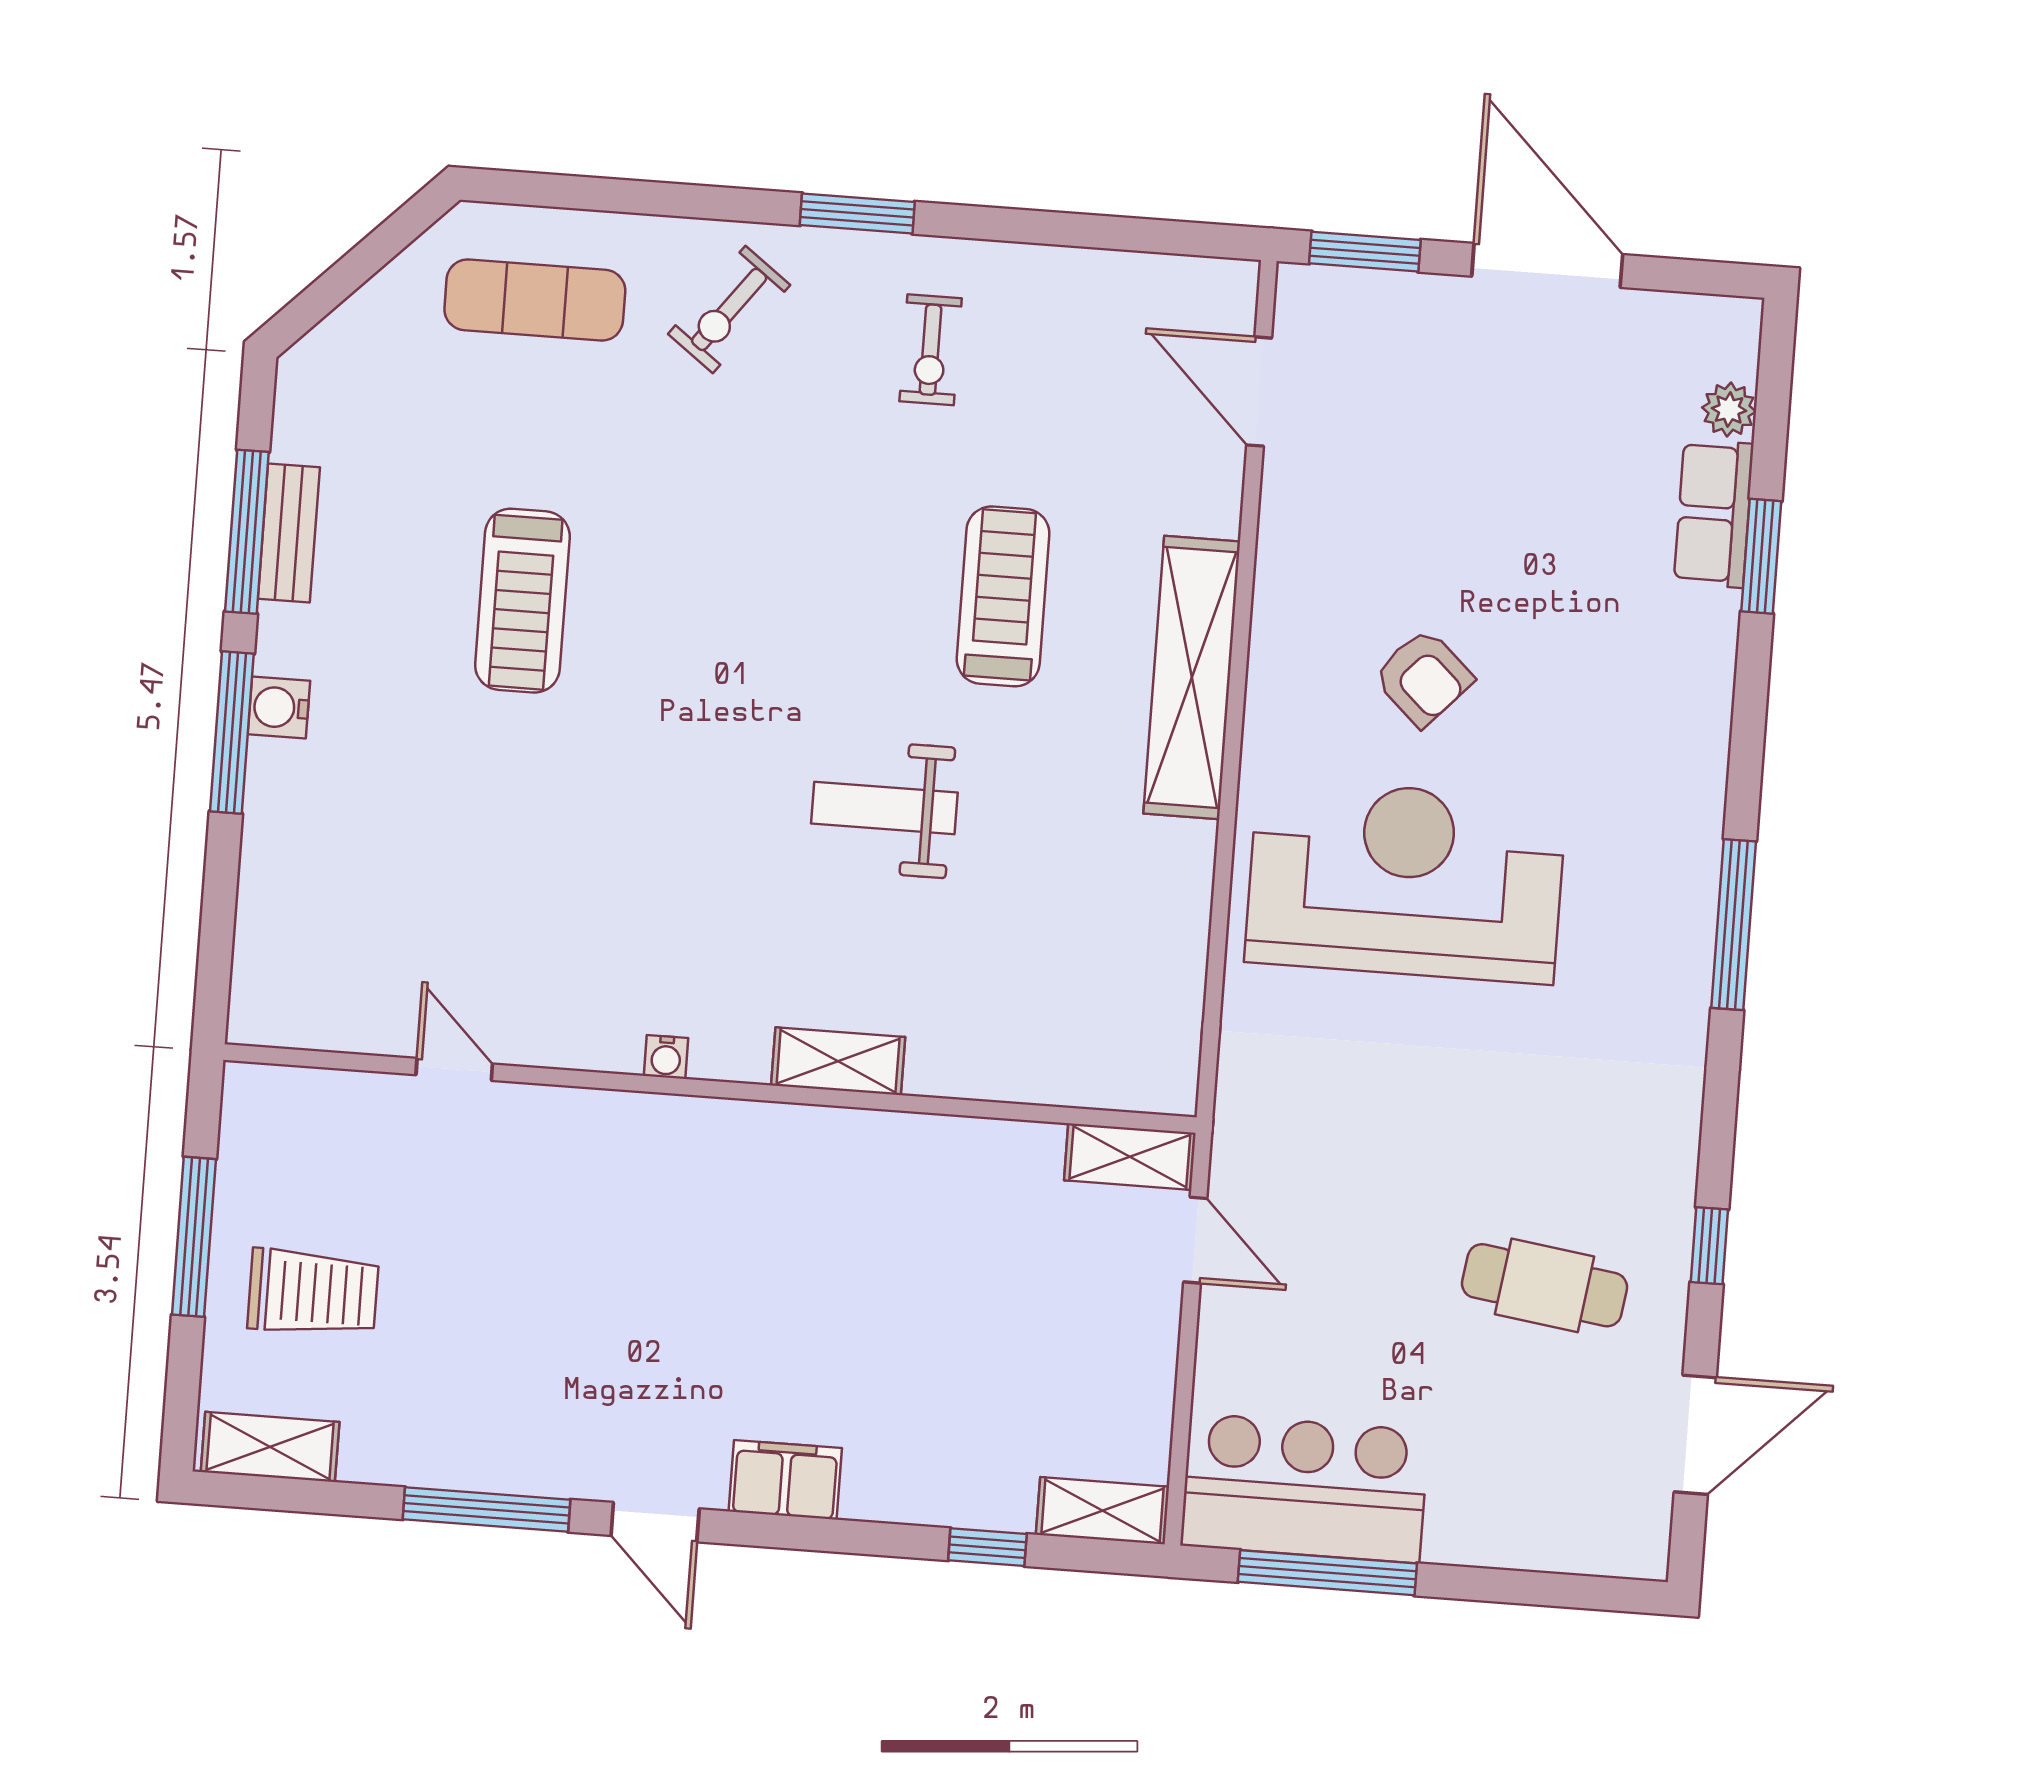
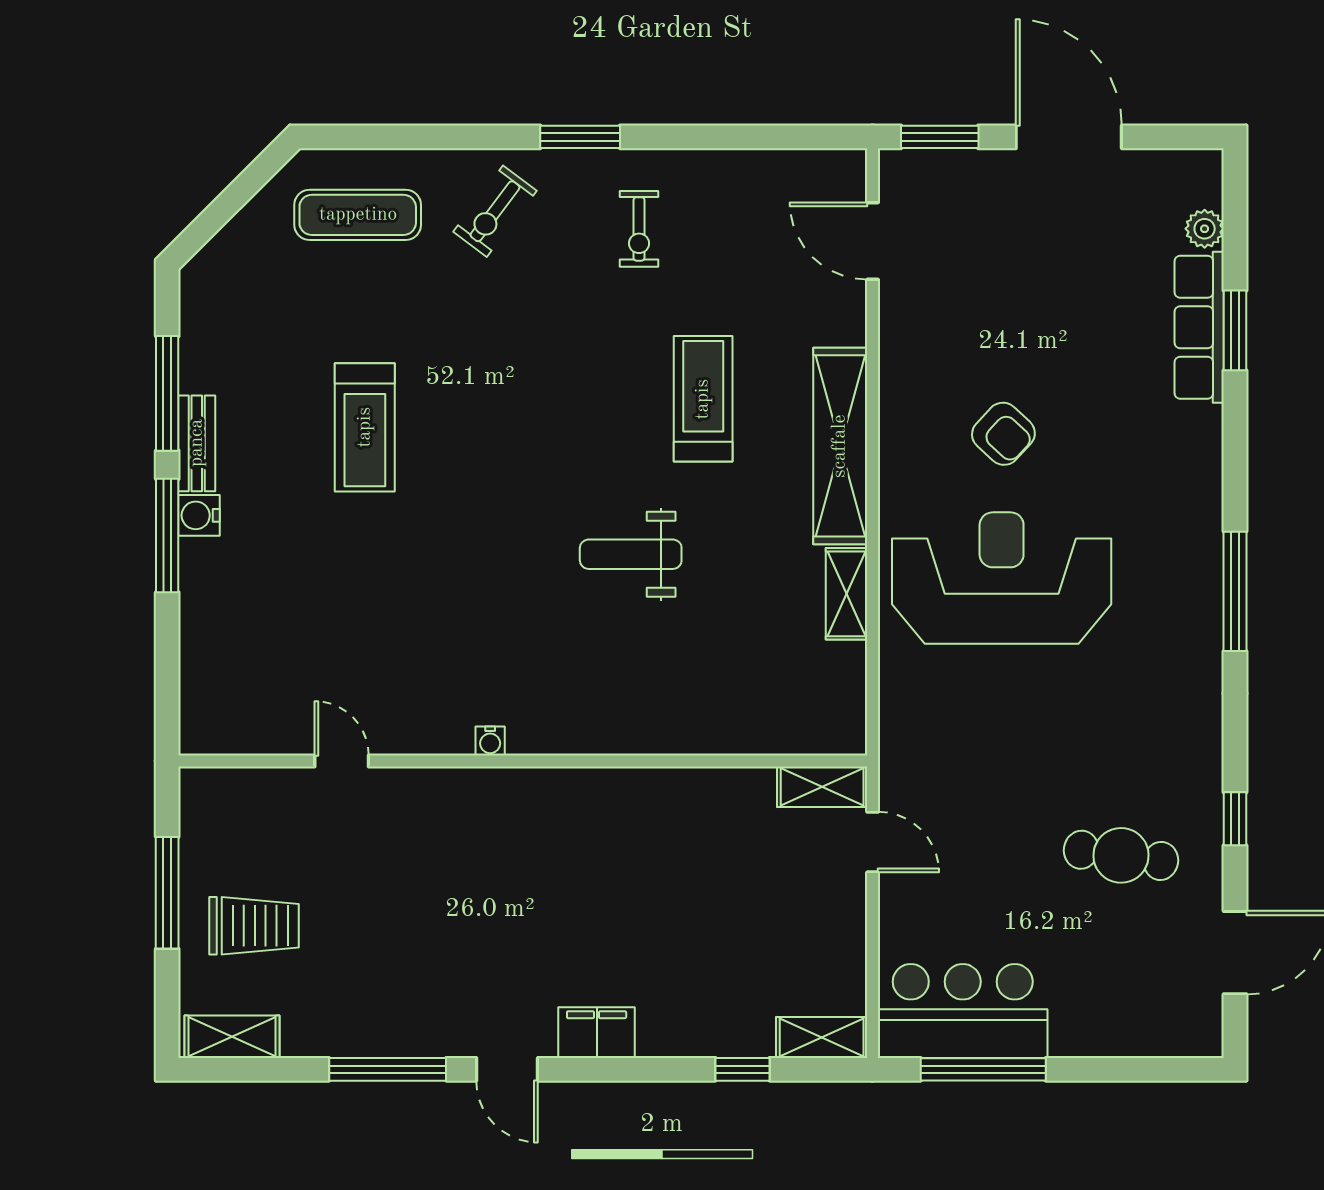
row of seats: (1714, 513) -> (1199, 327), width x1.48
bench: (289, 533) -> (197, 443), moved
shelving: (838, 1061) -> (847, 594), moved, turned 90

